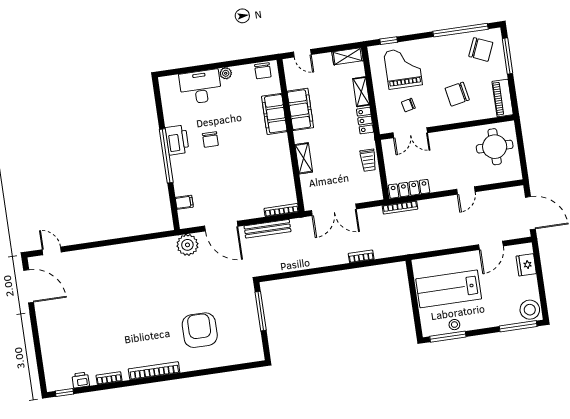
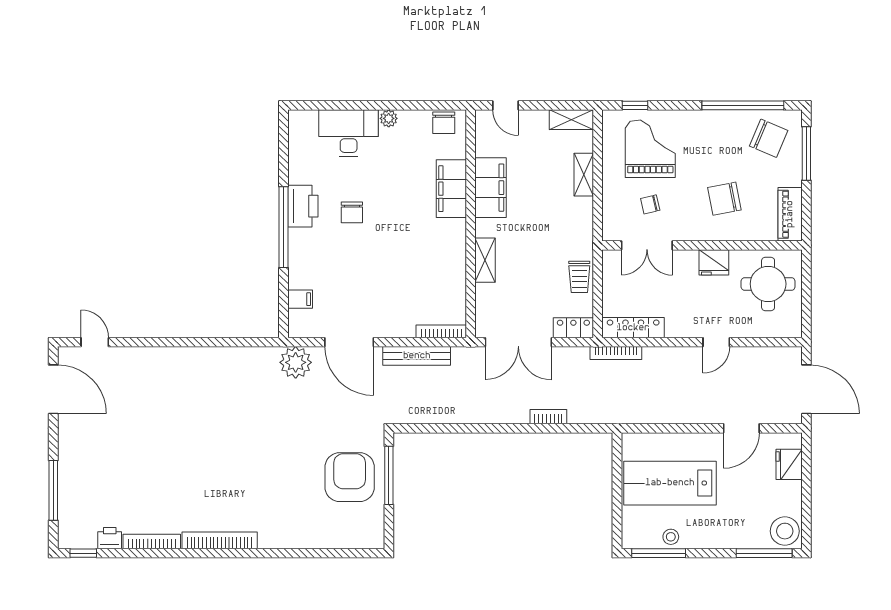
locker: (365, 121) -> (573, 328), moved, turned 90
fridge: (456, 137) -> (714, 262), added
armchair: (200, 330) -> (350, 477), moved
window: (38, 354) -> (53, 490), added
bookcase: (109, 378) -> (152, 541), width x1.56

